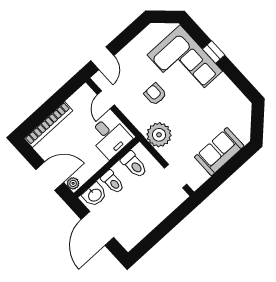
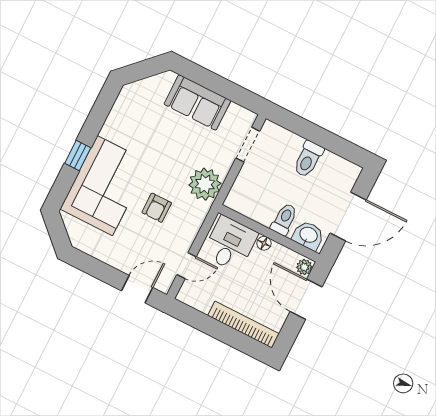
floor lamp: (101, 161) -> (264, 243), added
toilet: (134, 165) -> (308, 159), moved, turned 180

